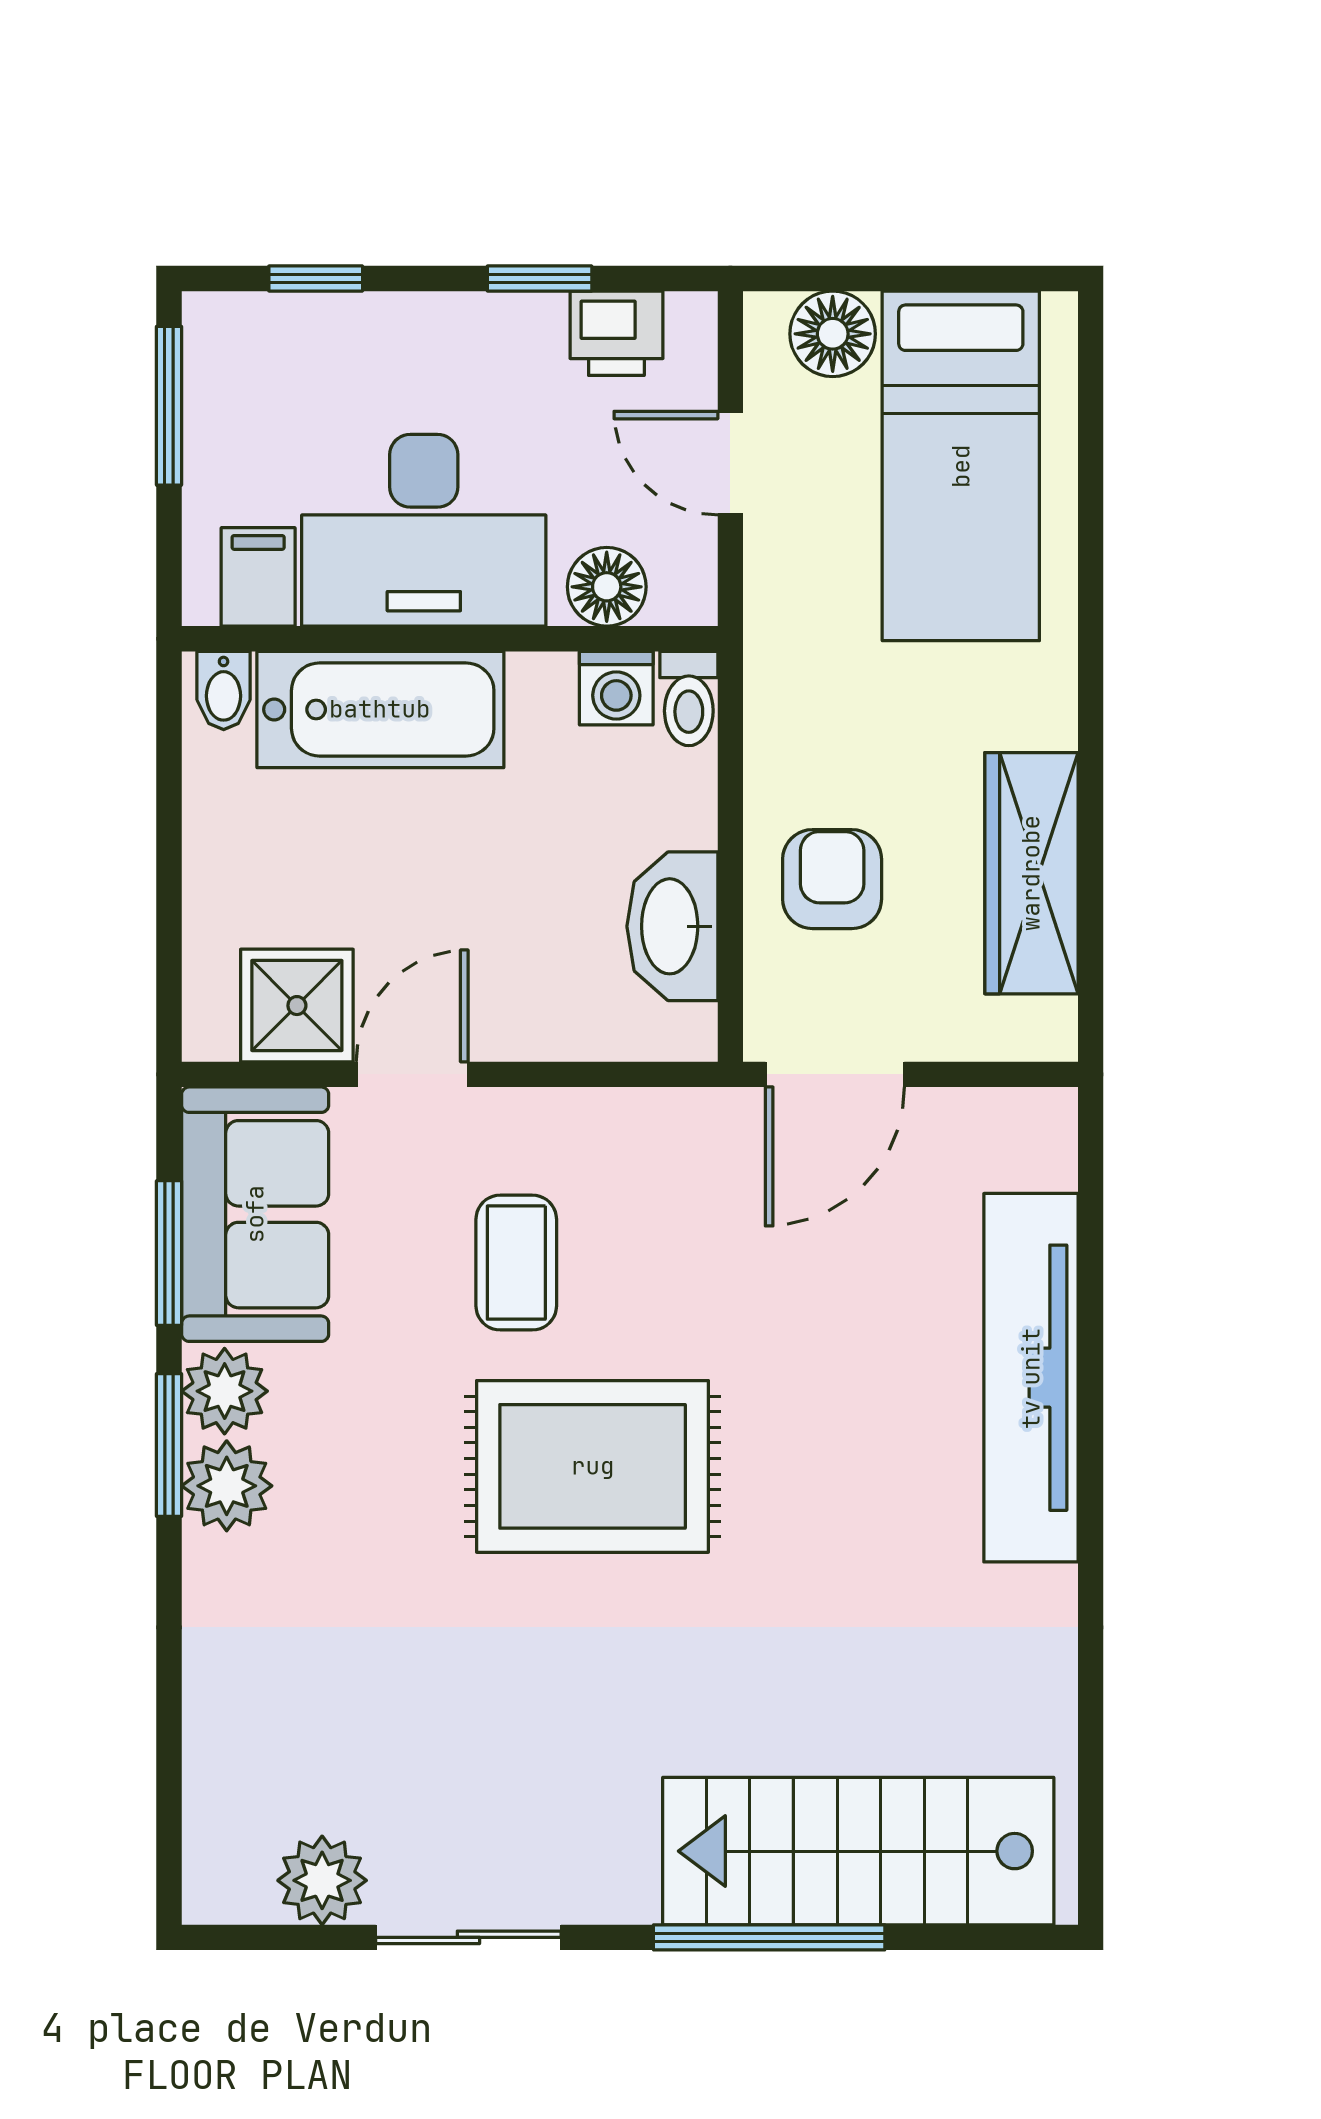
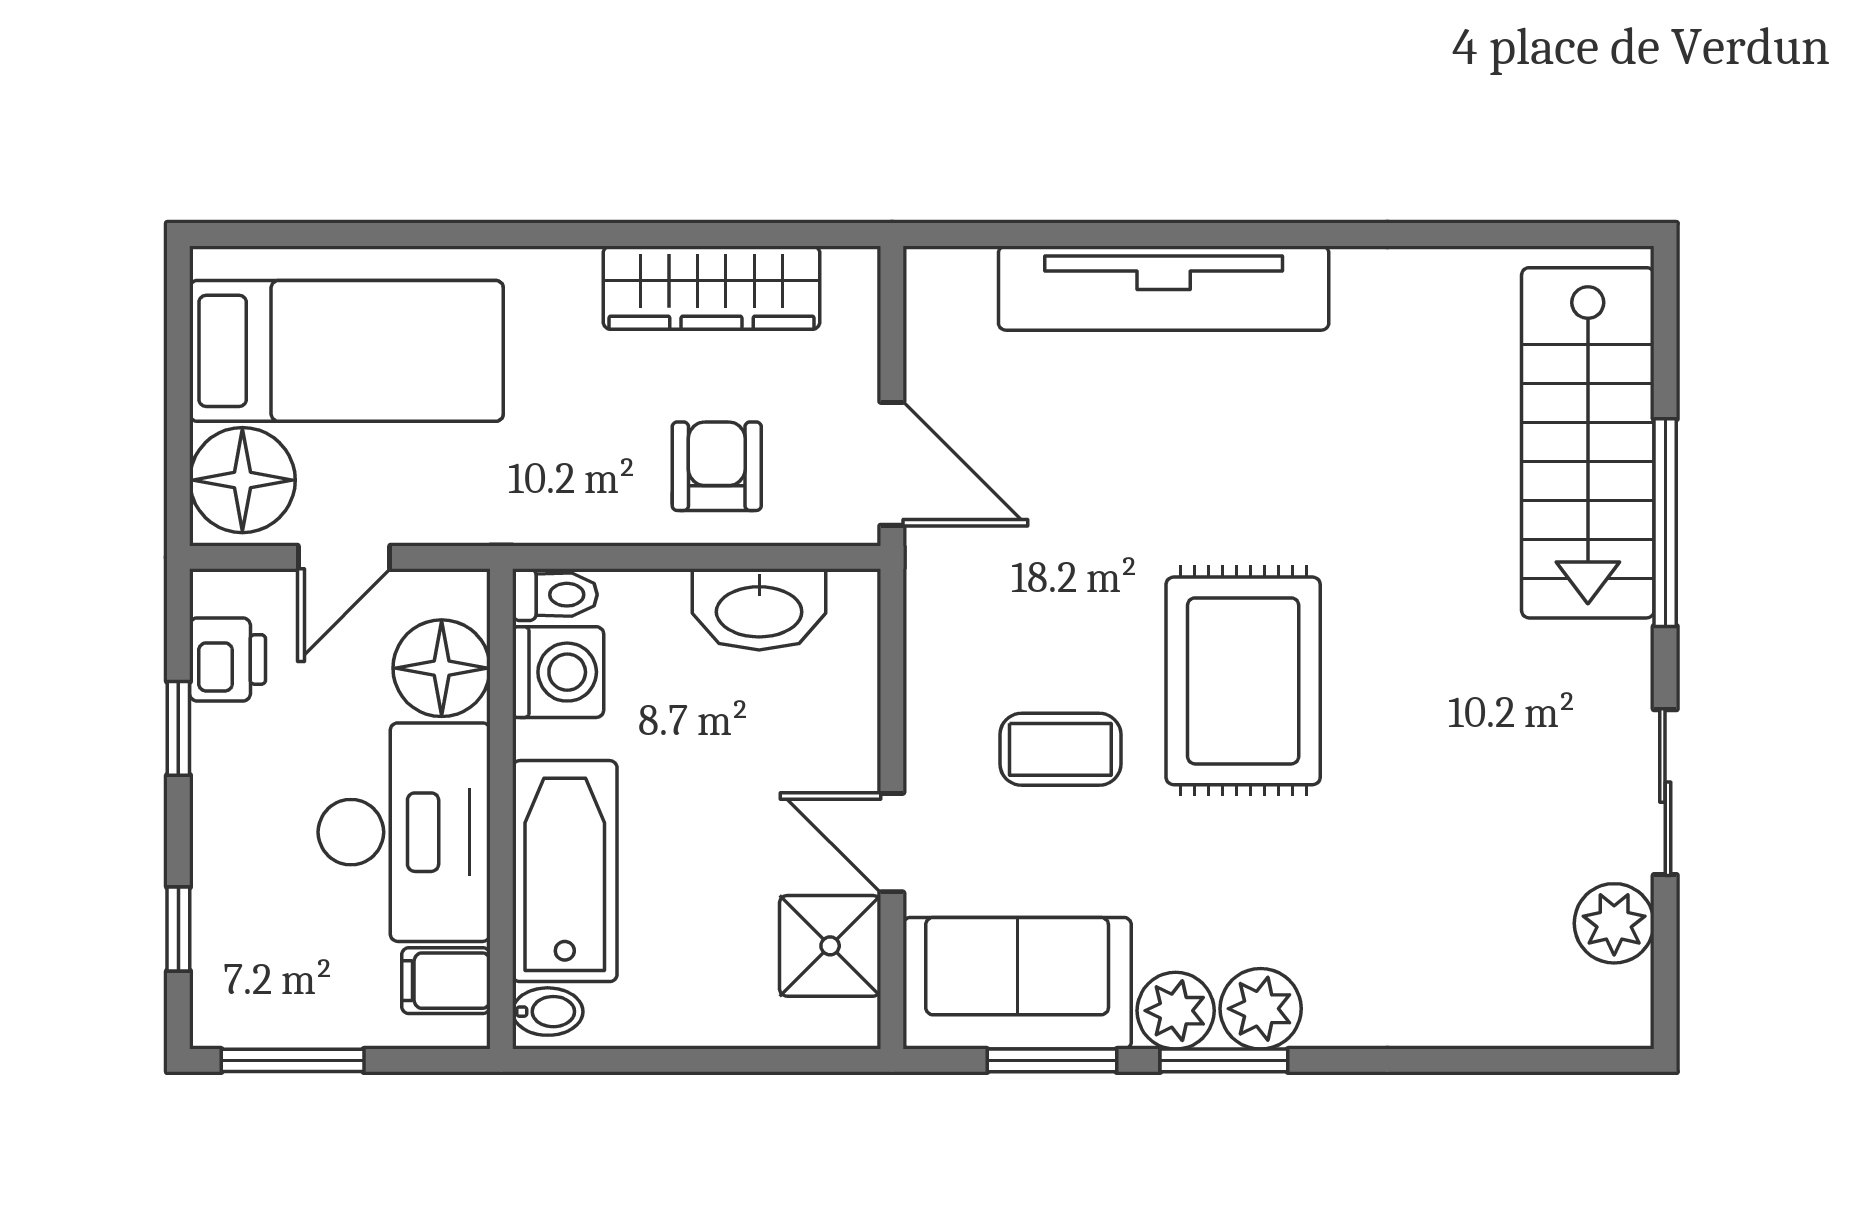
floor lamp: (833, 334) -> (242, 480), width x1.38, depth x1.38
floor lamp: (607, 587) -> (442, 668), width x1.38, depth x1.38
washing machine: (616, 688) -> (558, 672), width x1.38, depth x1.38
armchair: (832, 879) -> (717, 466), turned 90

